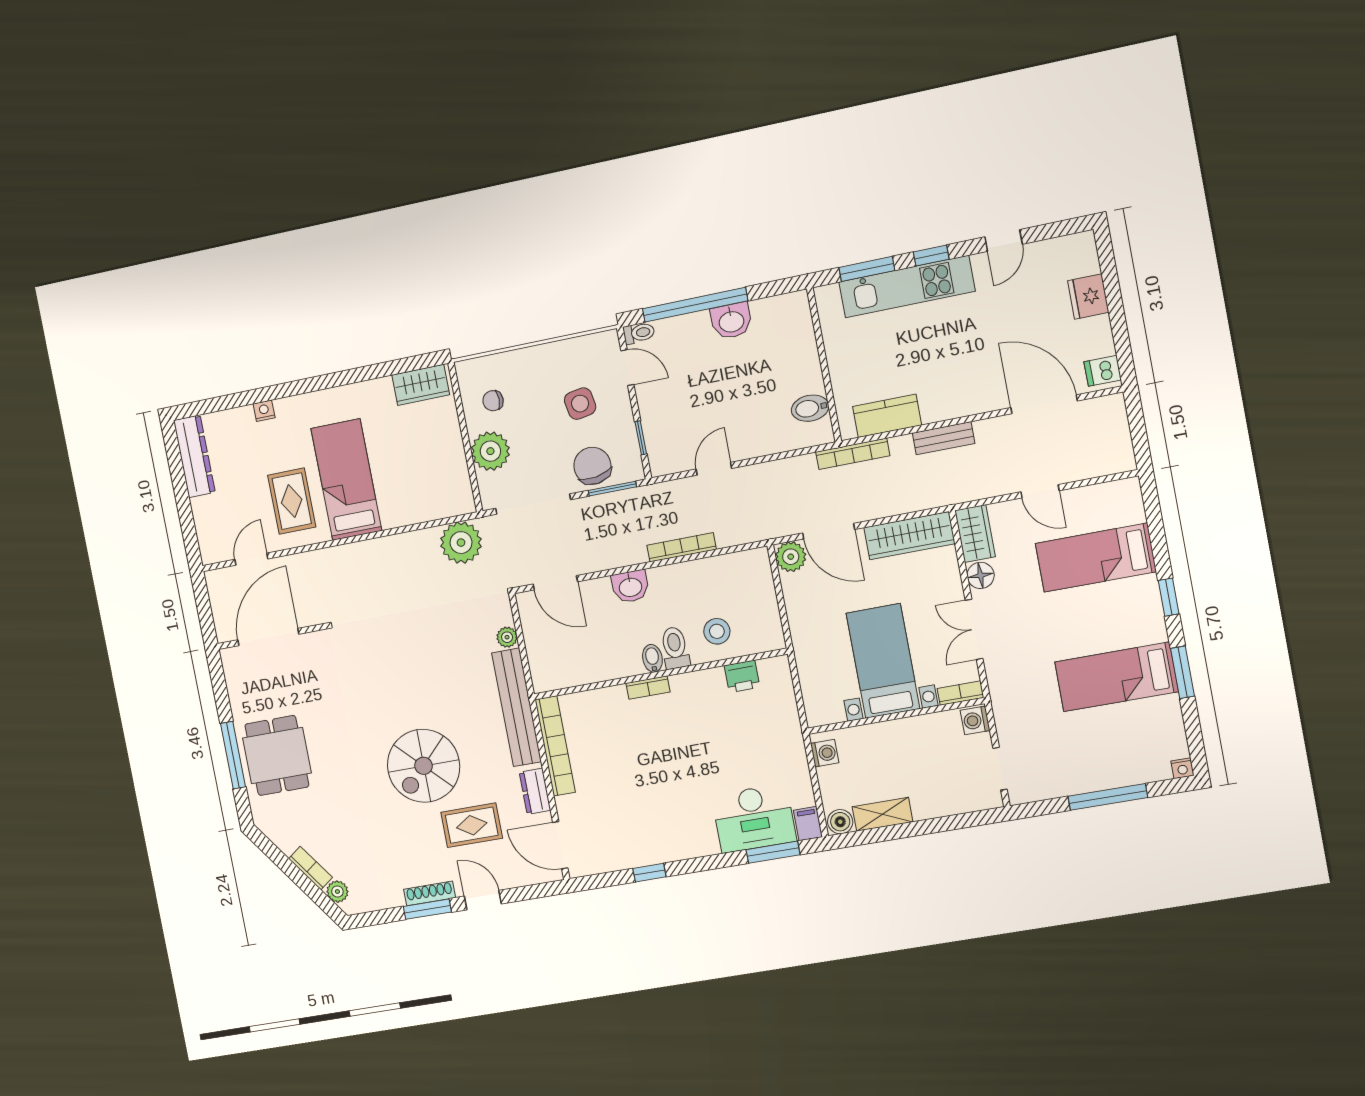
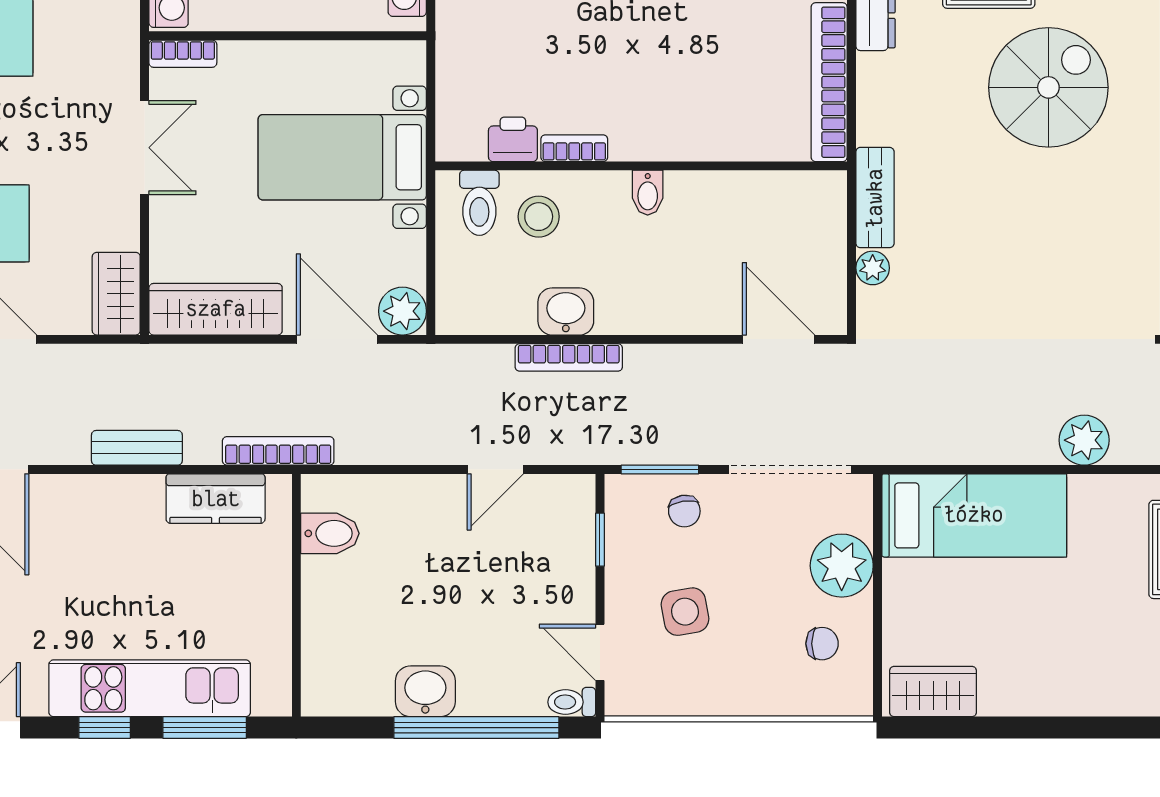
chair: (592, 466) -> (684, 511), width x0.54, depth x0.54
bed: (346, 480) -> (974, 515), moved, turned -90
plant: (461, 543) -> (1084, 440), moved, width x0.73, depth x0.73
floor lamp: (981, 575) -> (120, 228), removed
washbasin: (630, 587) -> (566, 311), moved
toilet: (675, 648) -> (479, 203), moved
bed with nightstands: (883, 661) -> (342, 157), moved, turned 90
bookcase: (648, 688) -> (574, 148), moved
bench: (517, 707) -> (875, 198), width x0.54, depth x0.82

